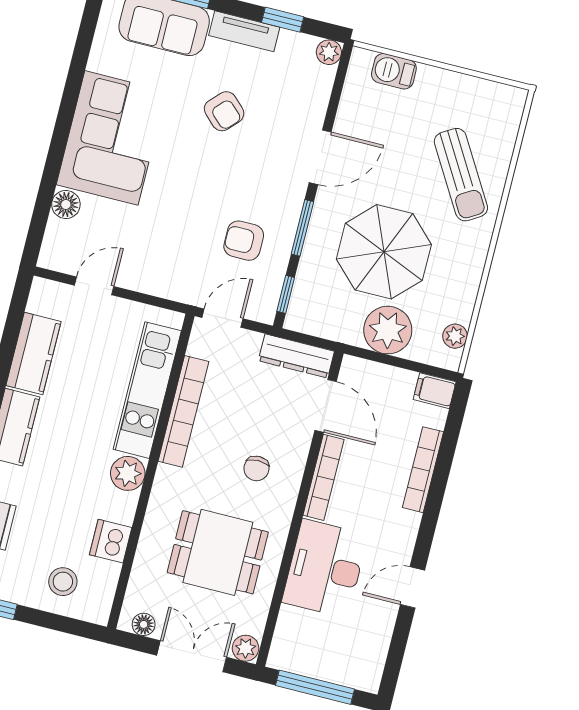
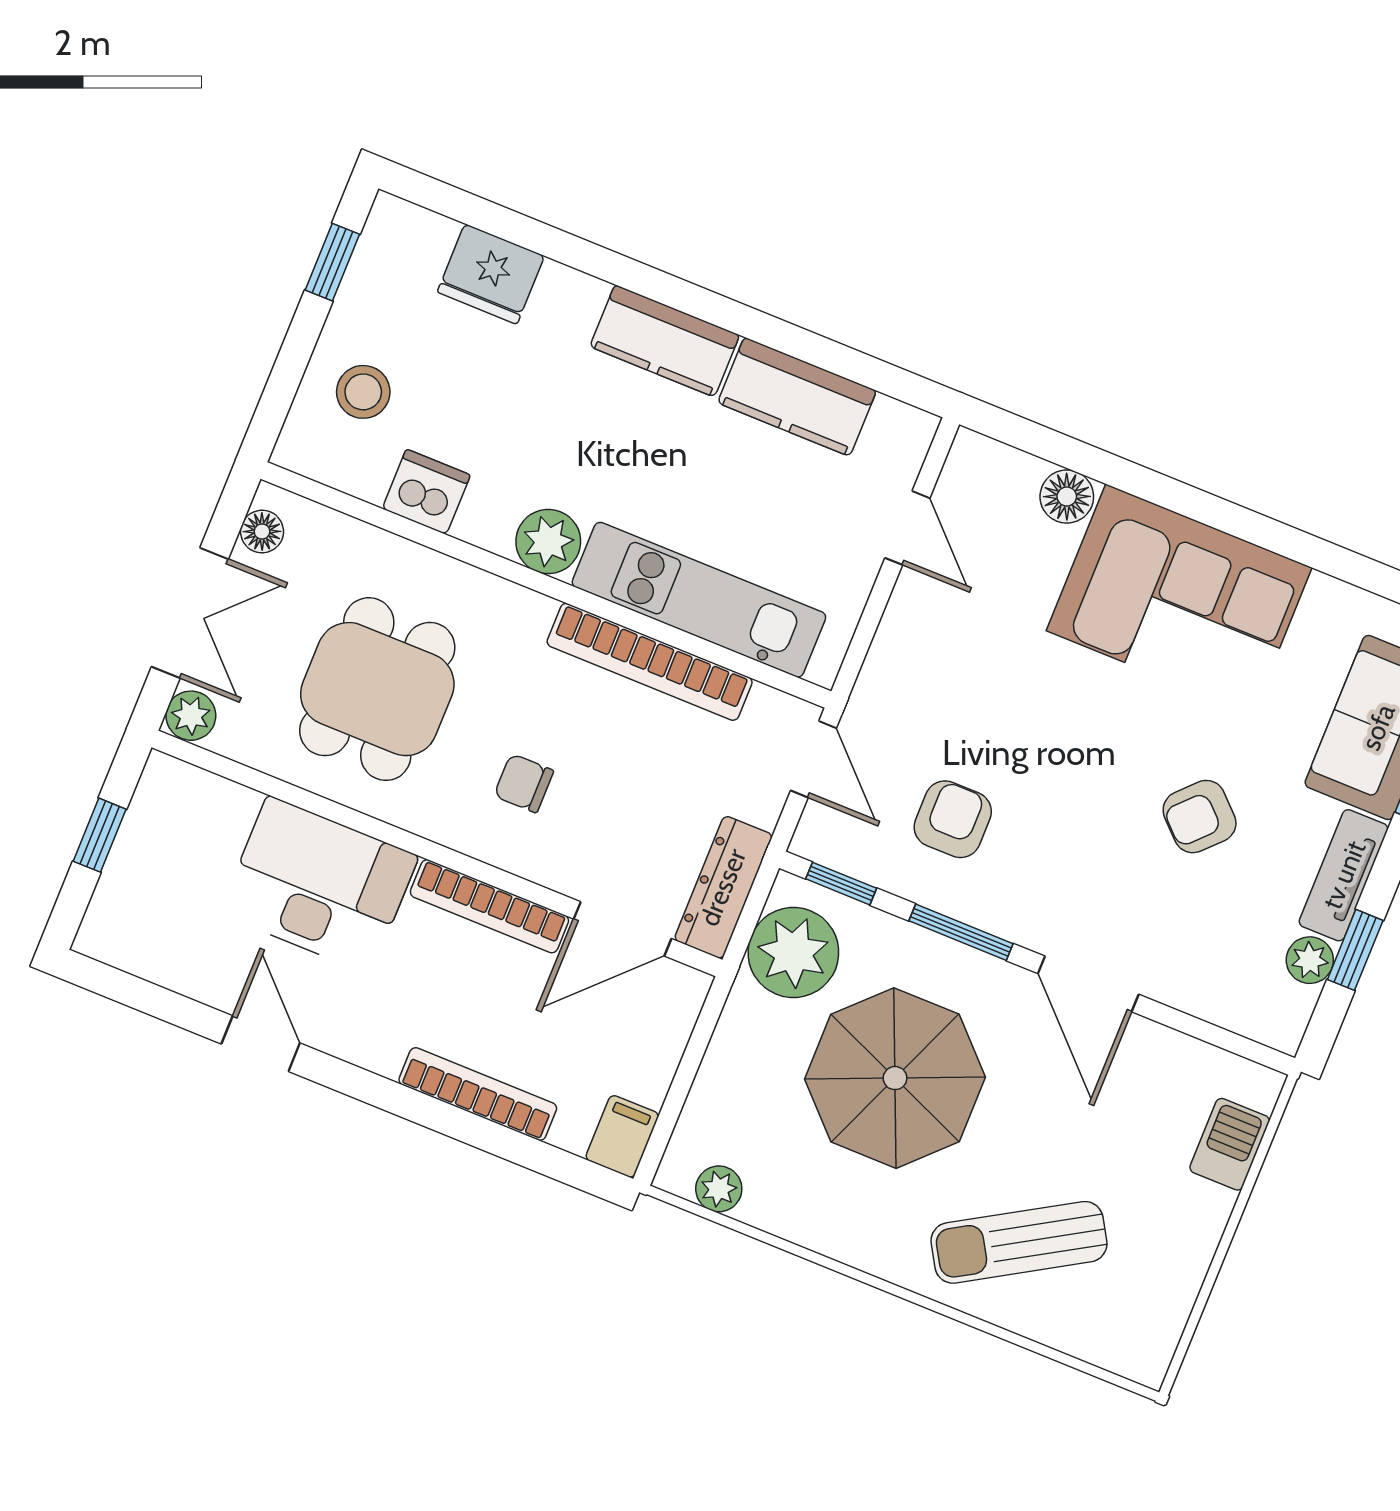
plant: (329, 52) -> (1310, 960), moved
plant: (388, 330) -> (793, 952), moved
window: (315, 687) -> (100, 835), width x0.46

